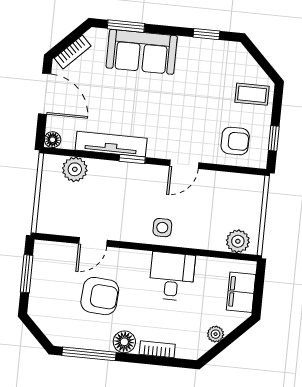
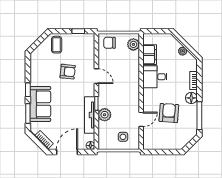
window: (206, 34) -> (28, 90), moved
armchair: (235, 141) -> (68, 72), moved, turned 96
plant: (75, 169) -> (105, 115), moved
chair: (245, 196) -> (110, 43), added
side table: (162, 228) -> (123, 137), moved
door: (93, 242) -> (141, 119), hinge flipped
window: (27, 274) -> (161, 152), removed
filing cabinet: (241, 292) -> (150, 55), moved, turned -90

